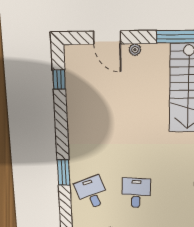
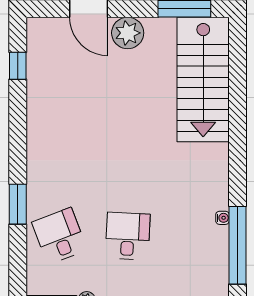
plant: (135, 50) -> (128, 33), width x1.87, depth x1.87

